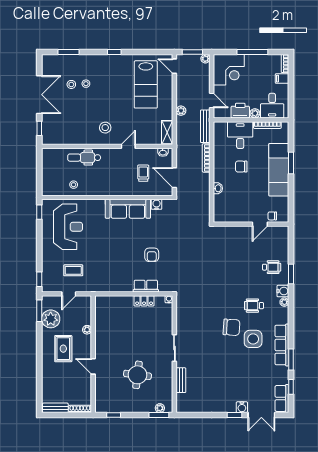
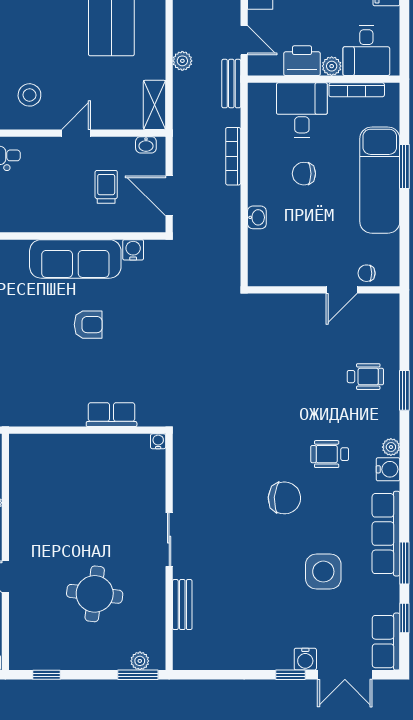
bench: (205, 126) -> (231, 84), width x0.73
armchair: (152, 255) -> (88, 325), moved, turned -90
water cooler: (283, 291) -> (388, 469), moved
locker: (144, 301) -> (108, 444), removed
side table: (253, 339) -> (323, 572), moved

